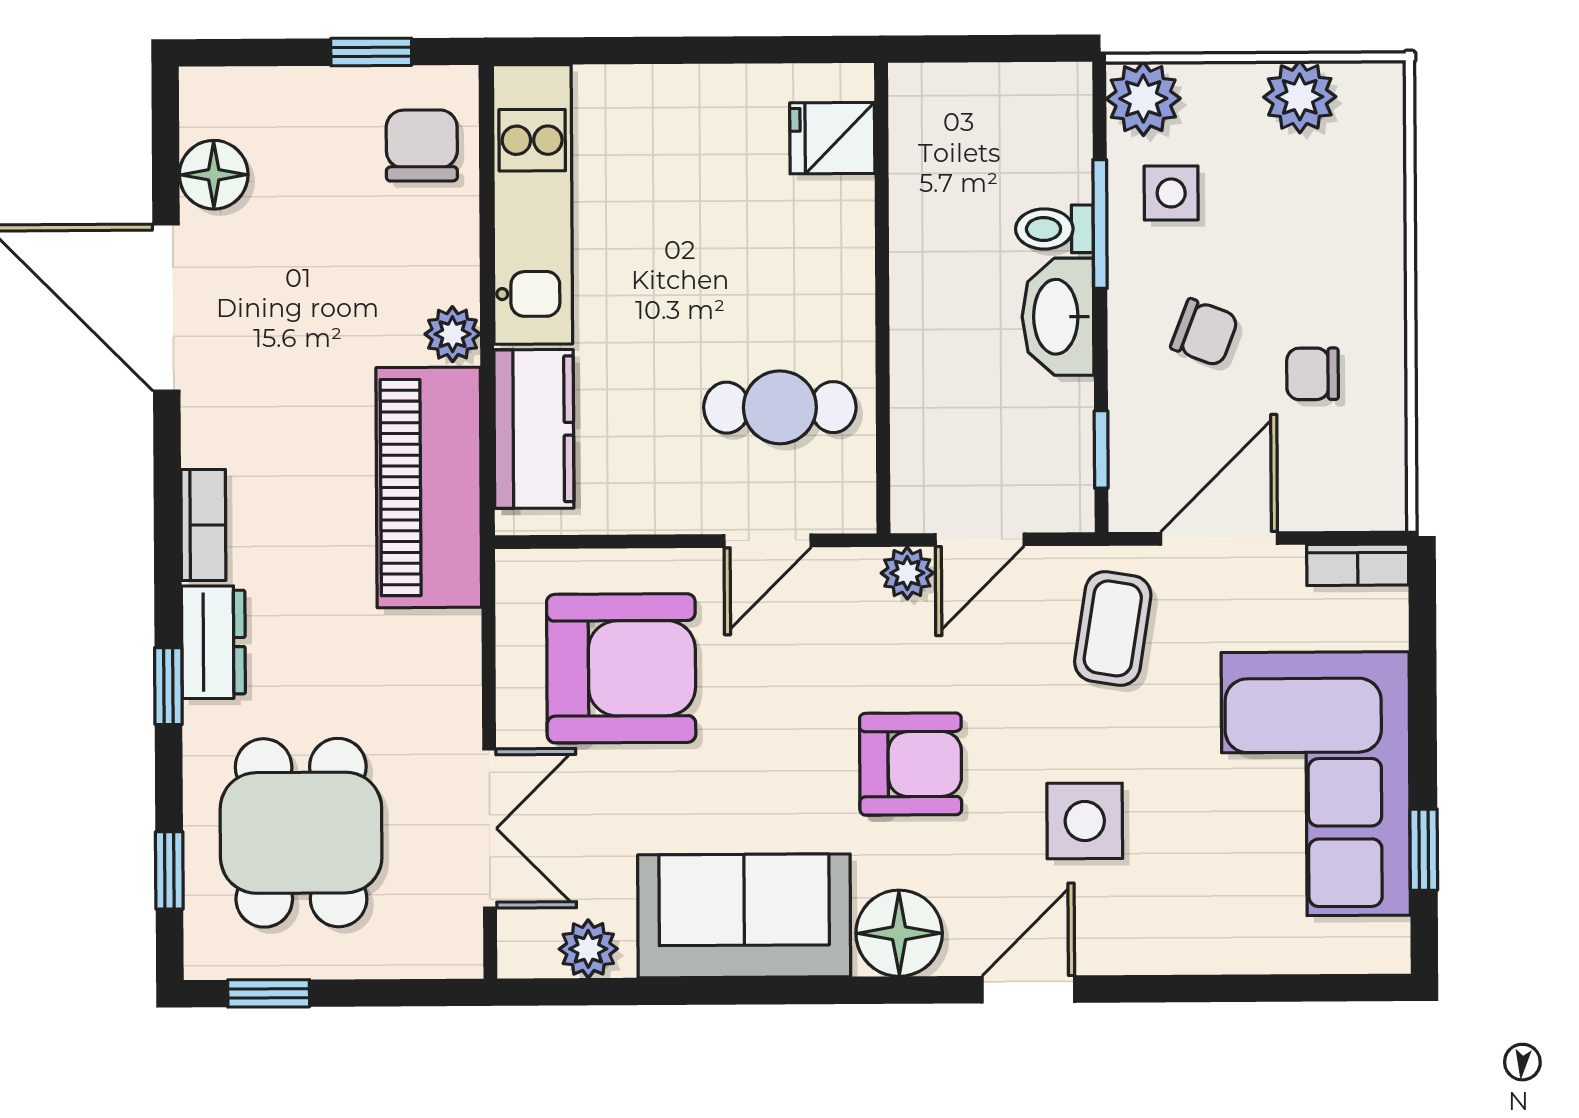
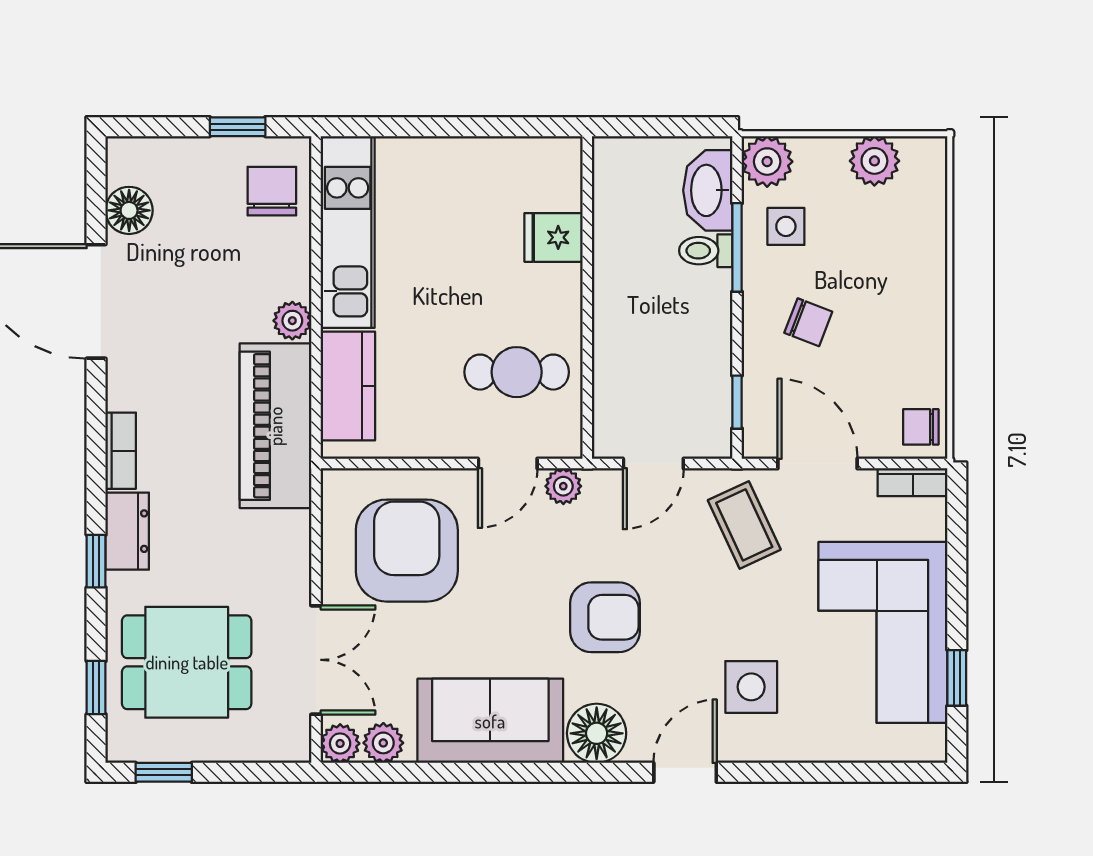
fridge: (832, 138) -> (554, 237), moved
washbasin: (1058, 317) -> (708, 190), moved
chair: (1313, 374) -> (921, 427), moved
door: (1219, 538) -> (818, 464), hinge flipped
plant: (907, 573) -> (563, 486), moved
coffee table: (1113, 628) -> (744, 525), turned -34
armchair: (621, 668) -> (407, 551), turned -90
side table: (1085, 821) -> (751, 687), moved
dining table: (301, 833) -> (187, 662), turned 90
plant: (525, 950) -> (340, 743), added

